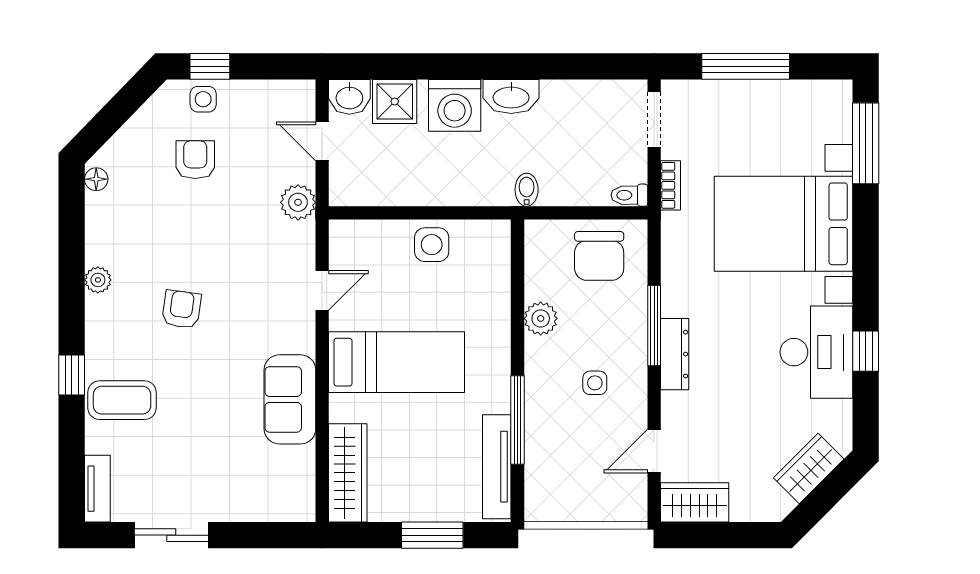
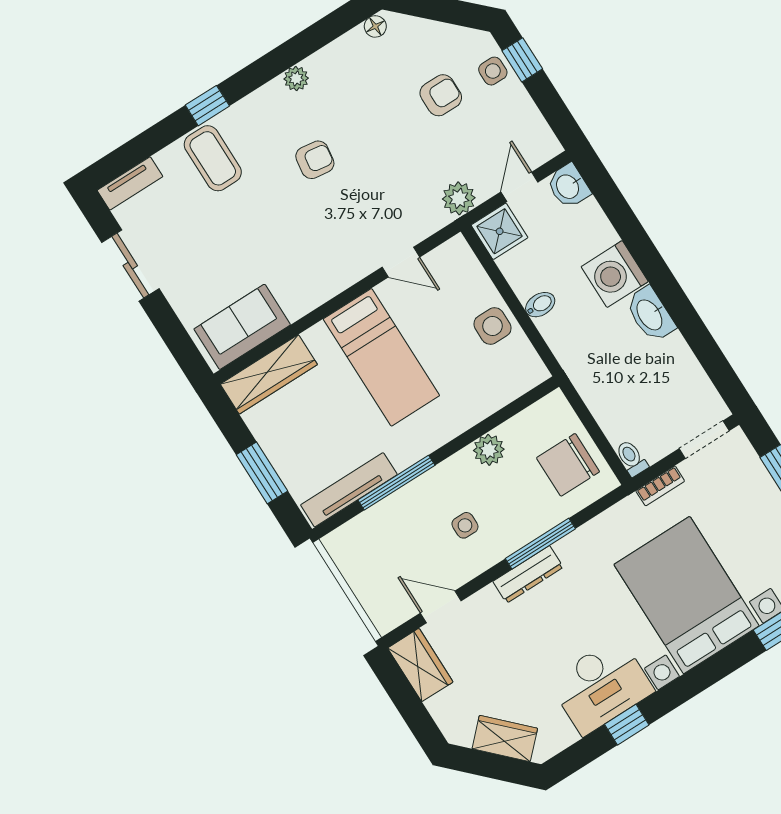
shower: (395, 101) -> (500, 231), moved
bidet: (527, 190) -> (540, 305), moved
sofa: (290, 399) -> (242, 327), moved

